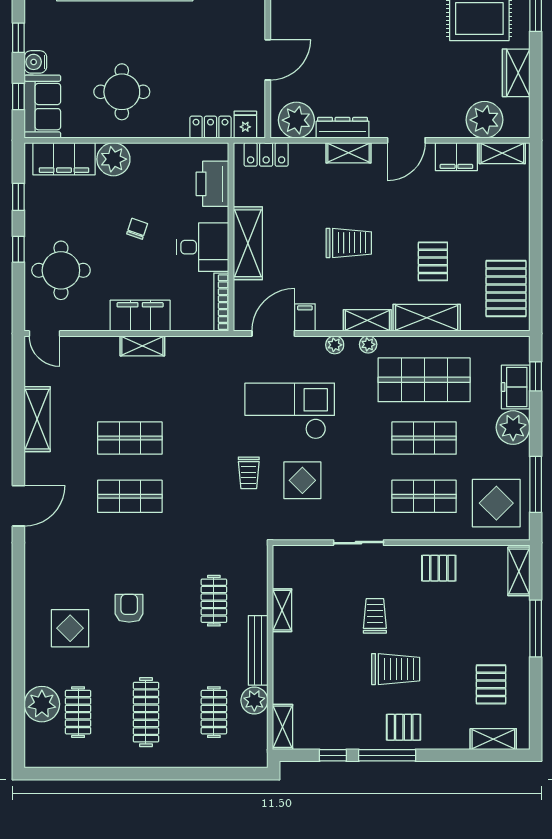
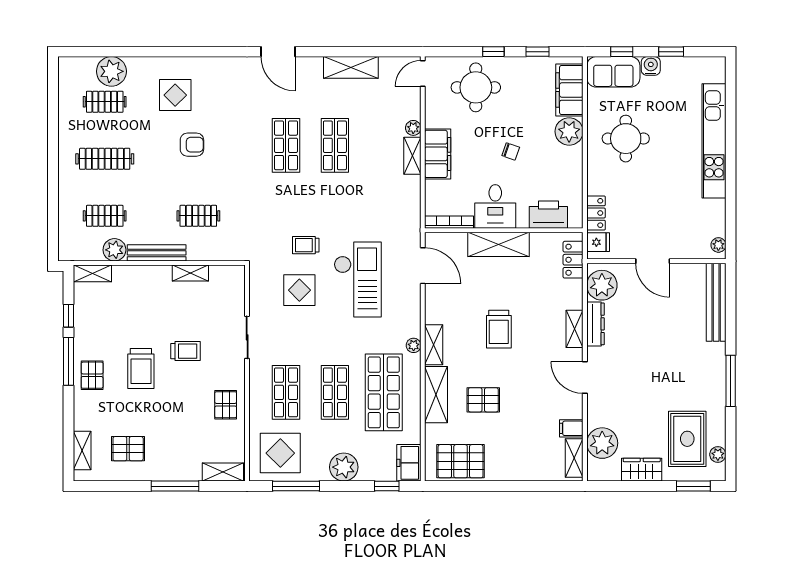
filing cabinet: (456, 157) -> (571, 428), width x0.50
filing cabinet: (305, 317) -> (436, 292), removed
plant: (335, 345) -> (413, 128), moved
freezer: (516, 387) -> (409, 463), moved, turned -90

